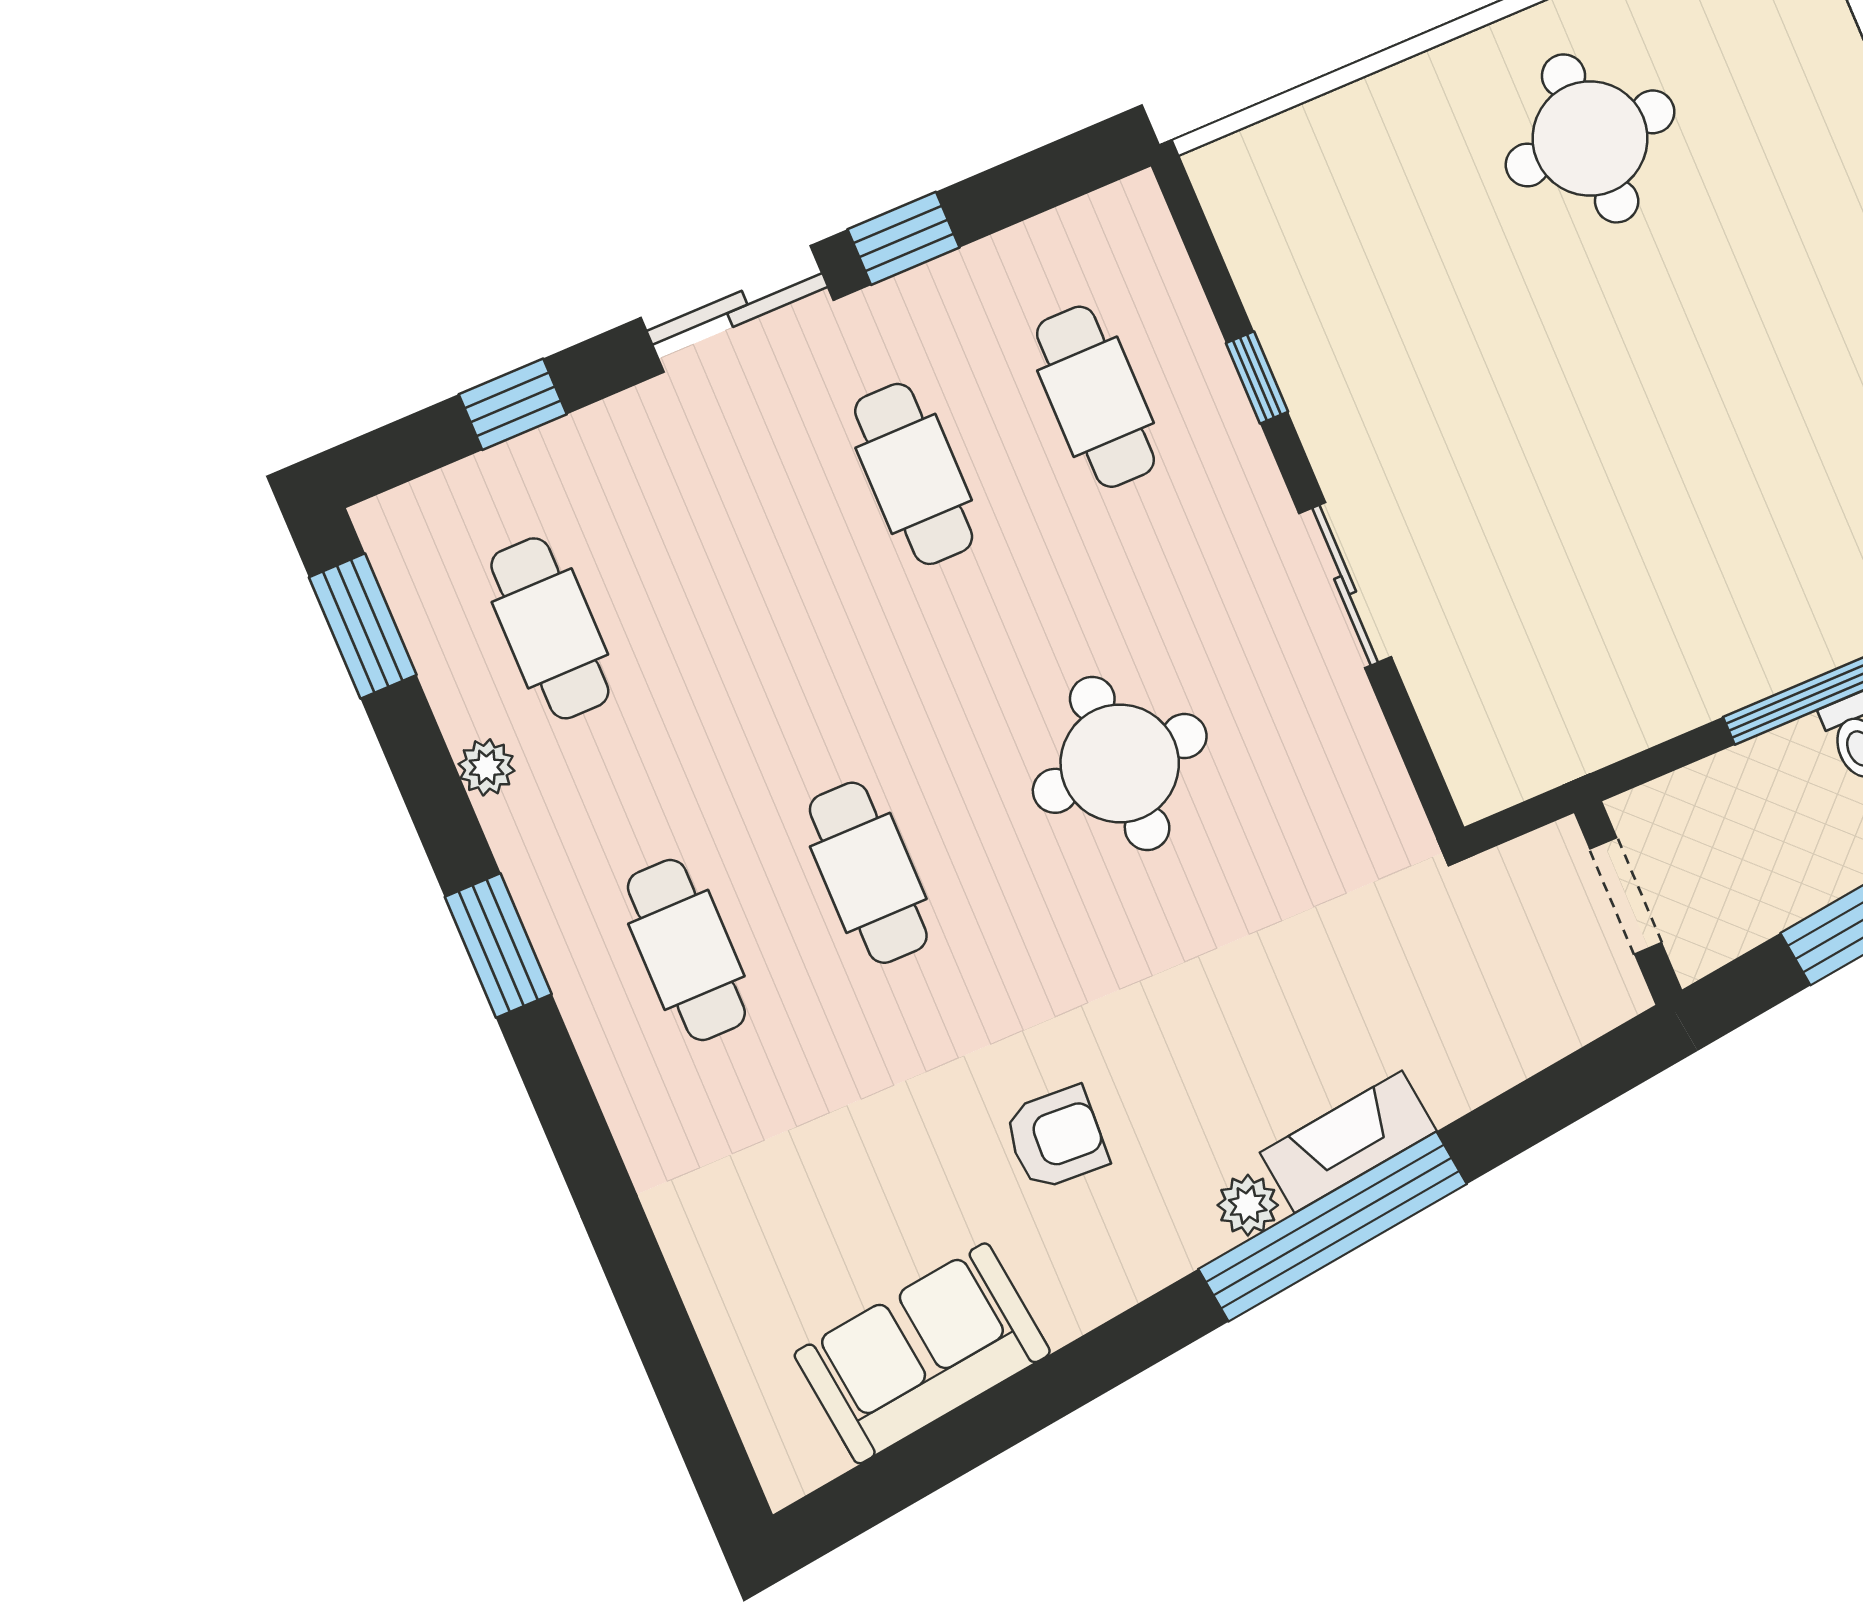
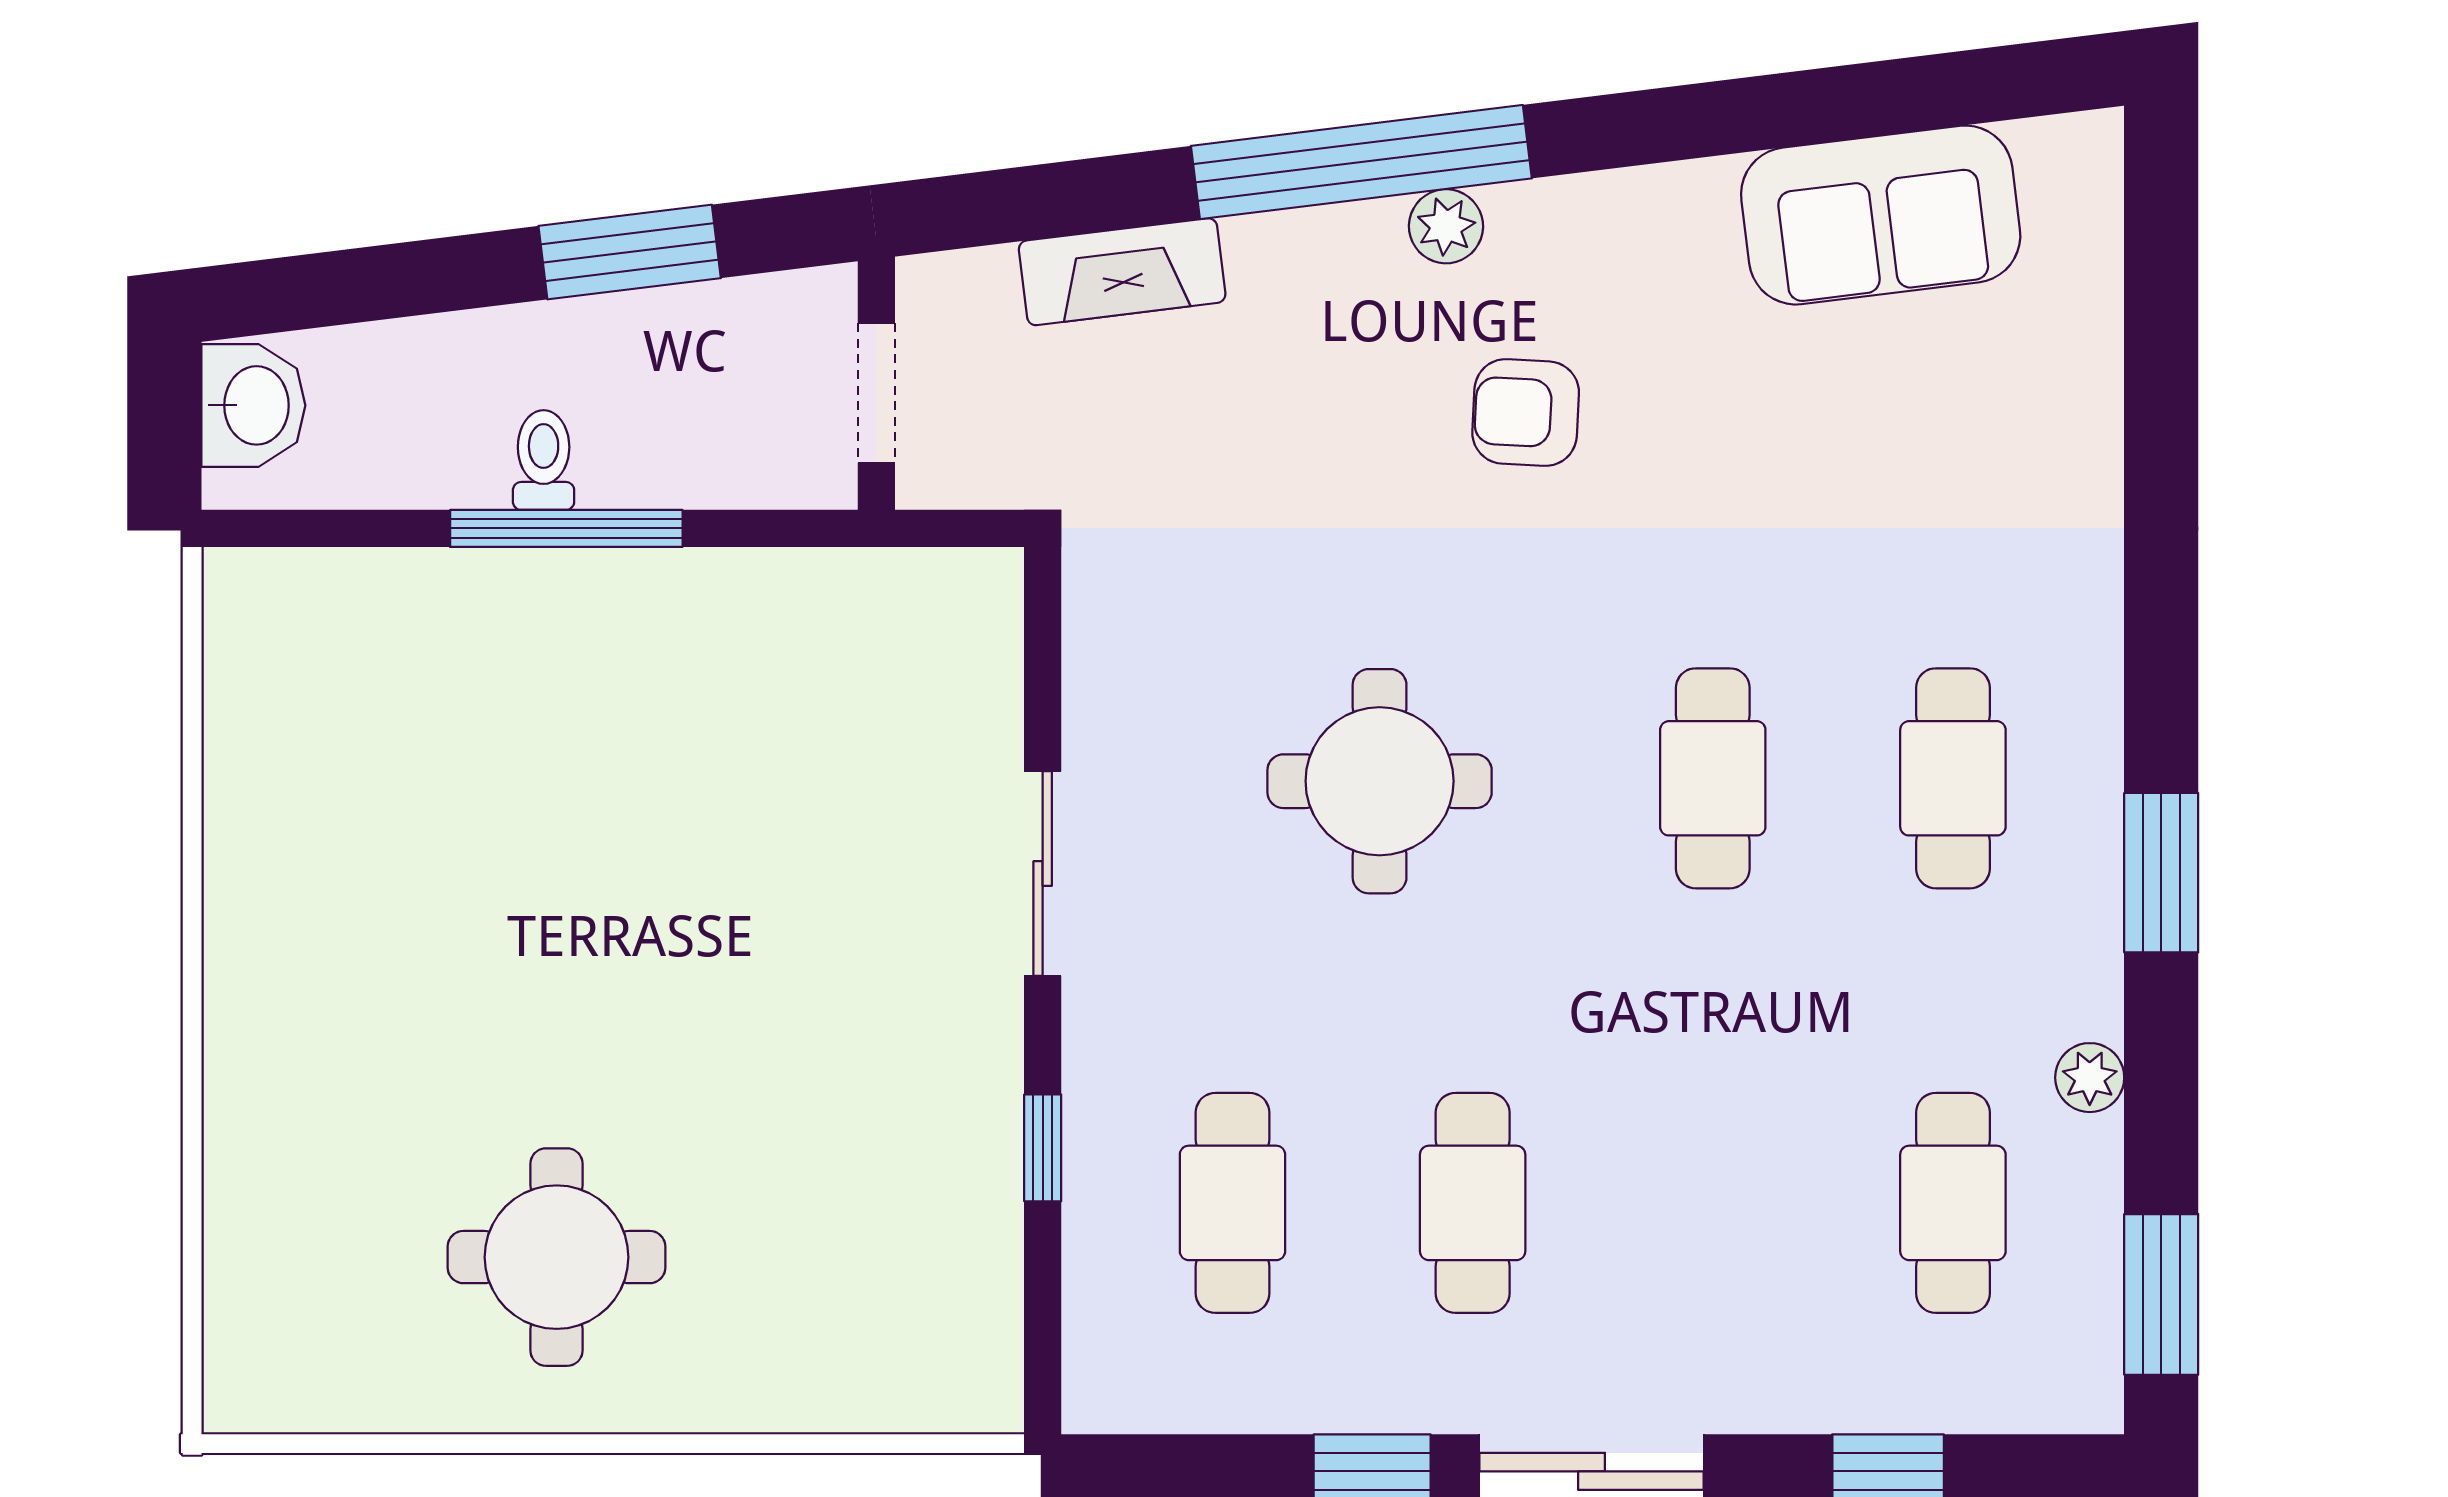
armchair: (1056, 1138) -> (1526, 413), moved
fireplace: (1348, 1142) -> (1122, 272), moved

